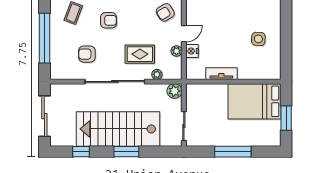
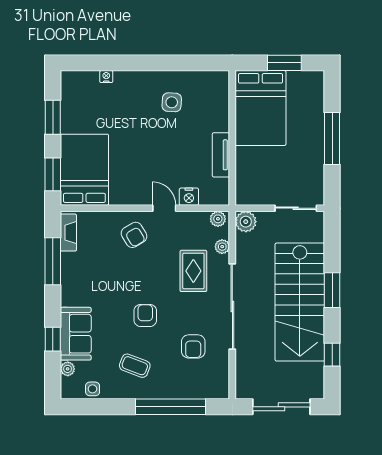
plant: (176, 51) -> (218, 219), moved

